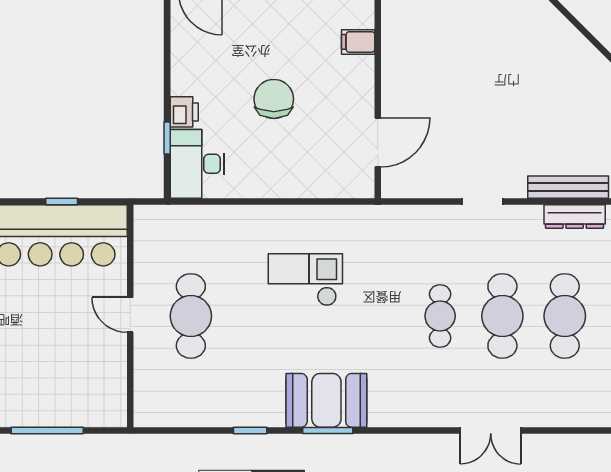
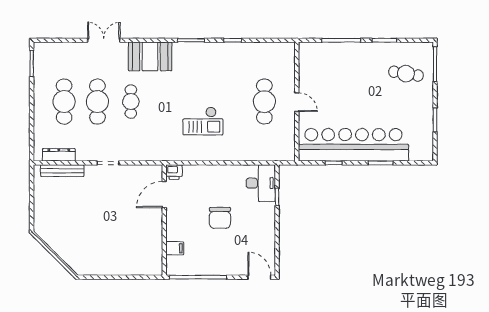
printer: (184, 112) -> (174, 172), moved, turned -90
booth: (326, 400) -> (150, 56), moved

